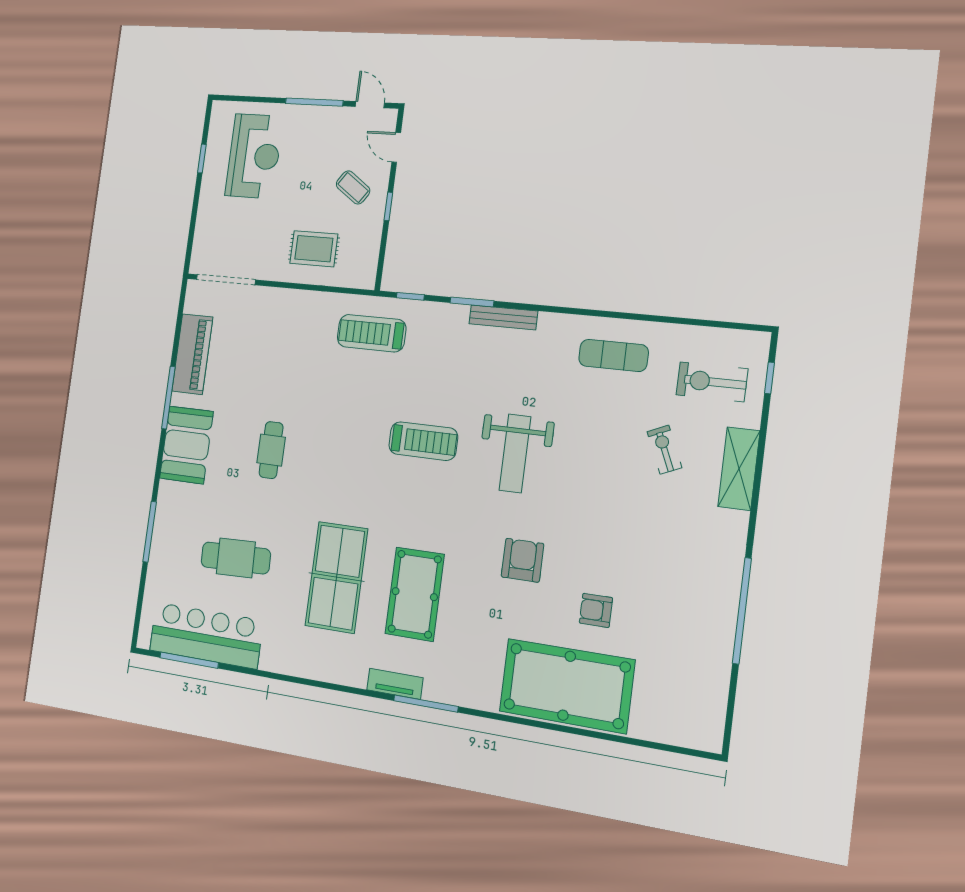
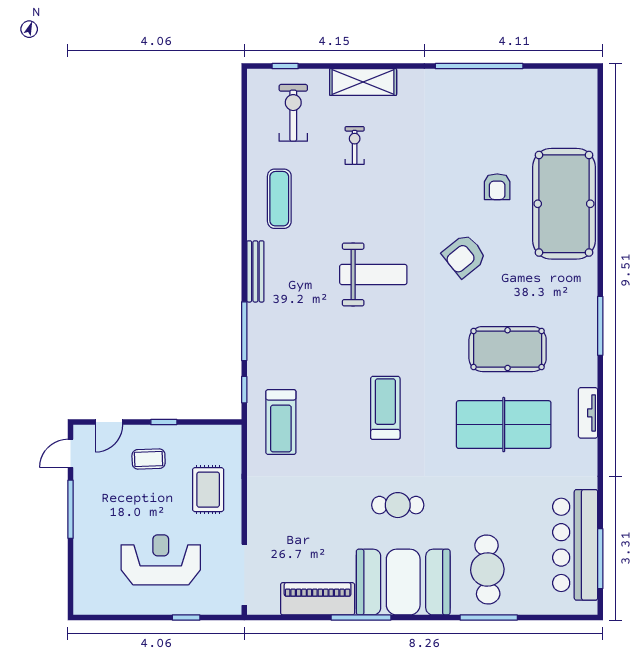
reception desk: (254, 156) -> (161, 560), moved
window: (202, 159) -> (186, 617), moved
coffee table: (353, 187) -> (149, 459), turned 53
window: (472, 302) -> (244, 331), width x1.44
bench: (503, 317) -> (255, 271), moved
exercise bike: (712, 382) -> (293, 113), turned 180
treadmill: (423, 441) -> (385, 408), moved
booth: (186, 445) -> (403, 582), width x1.36, depth x1.42
exercise bike: (664, 450) -> (355, 145), turned 114
cafe table: (236, 558) -> (487, 569), moved
armchair: (523, 560) -> (464, 256), turned -39
tv unit: (395, 684) -> (588, 413), moved

